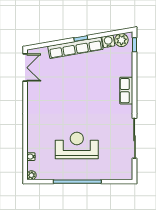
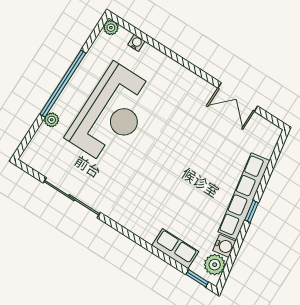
double door: (25, 68) -> (238, 97), moved
row of seats: (126, 91) -> (175, 249), moved
reception desk: (77, 145) -> (112, 114), width x1.36, depth x1.30
plant: (100, 175) -> (52, 120), added

